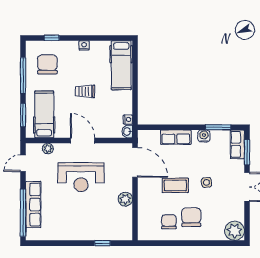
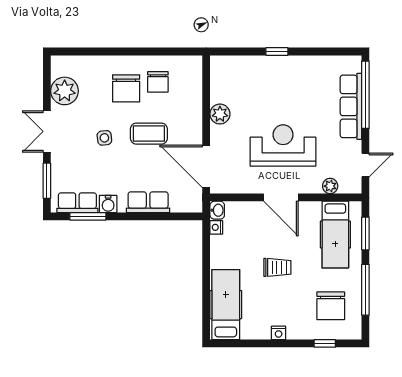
row of seats: (237, 144) -> (77, 203), moved, turned -90
plant: (235, 231) -> (65, 91), moved
window: (102, 243) -> (277, 51), moved

